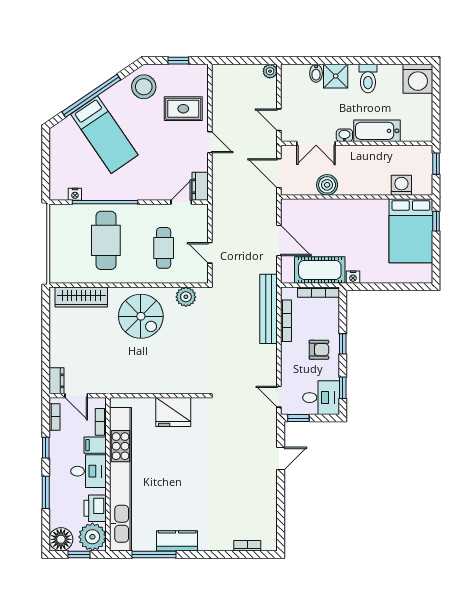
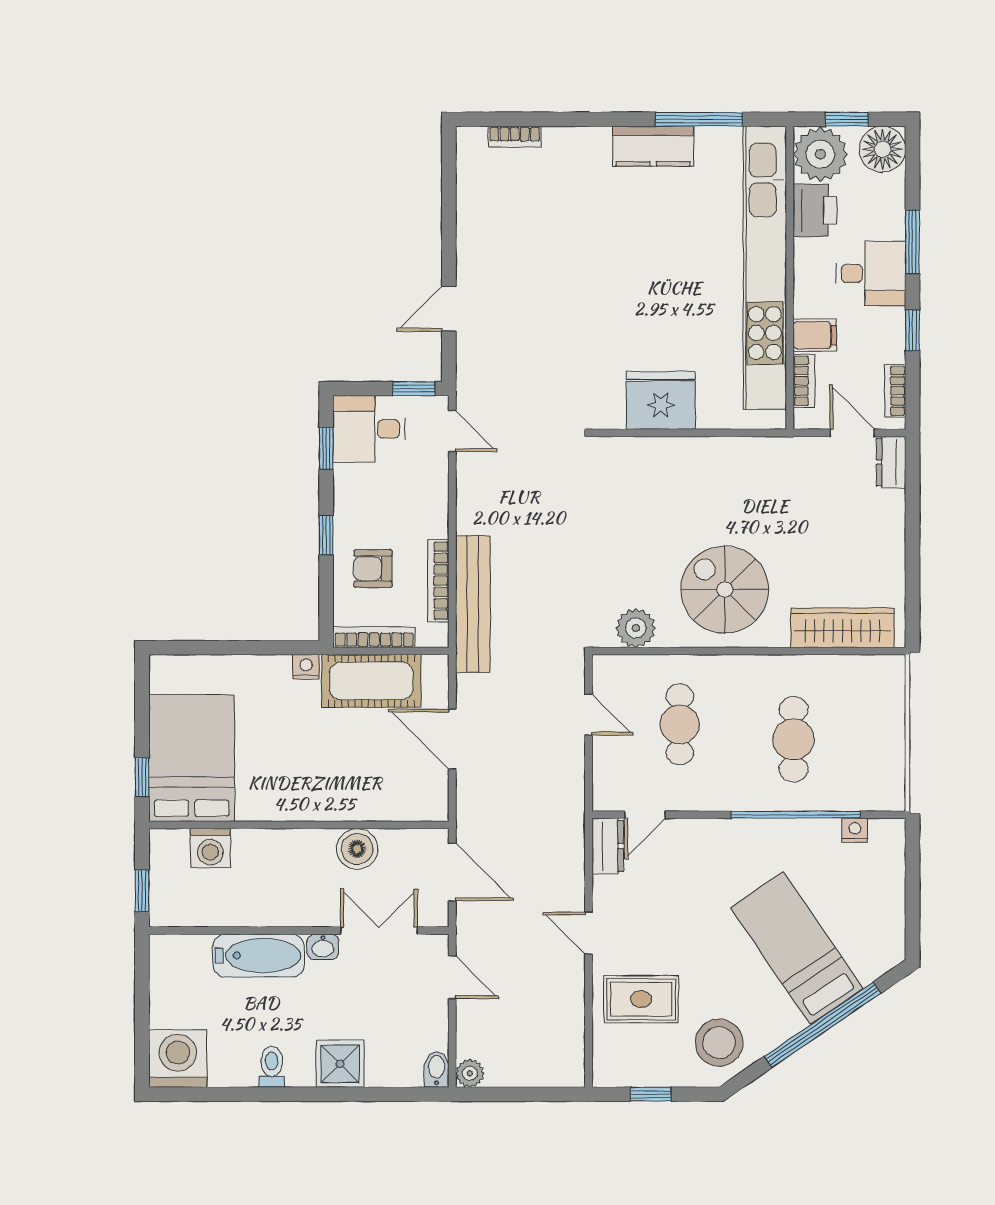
bidet: (316, 73) -> (436, 1069), moved
toilet: (368, 79) -> (272, 1067), width x0.73, depth x0.72
cafe table: (106, 240) -> (794, 739), width x0.73, depth x0.74
armchair: (319, 350) -> (373, 569), moved
desk: (88, 471) -> (871, 273), moved, turned 180

